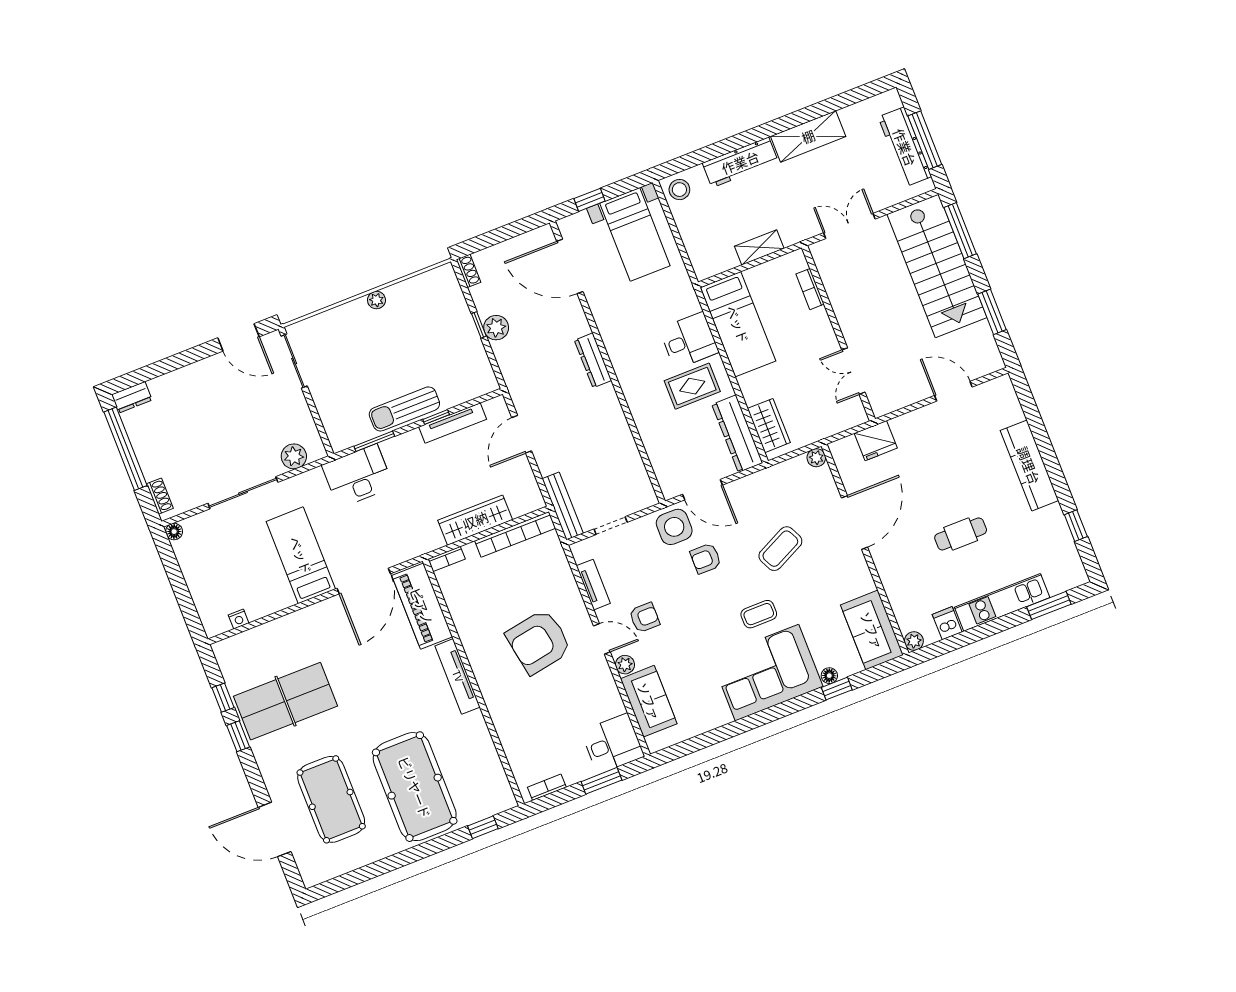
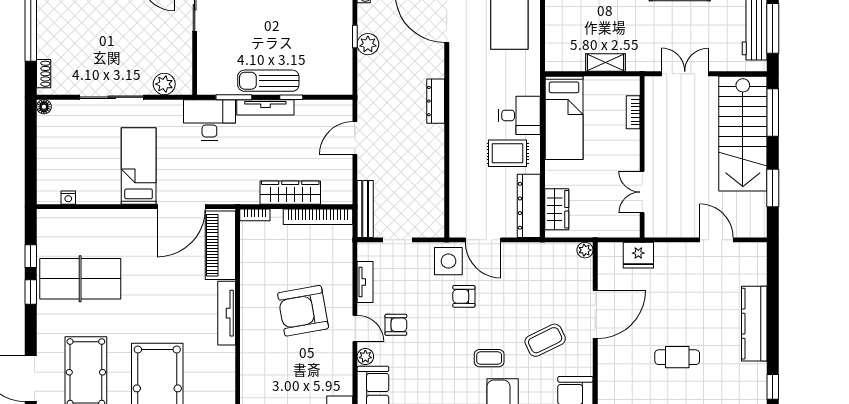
tv unit: (453, 423) -> (265, 107), moved
coffee table: (780, 549) -> (545, 340), moved

